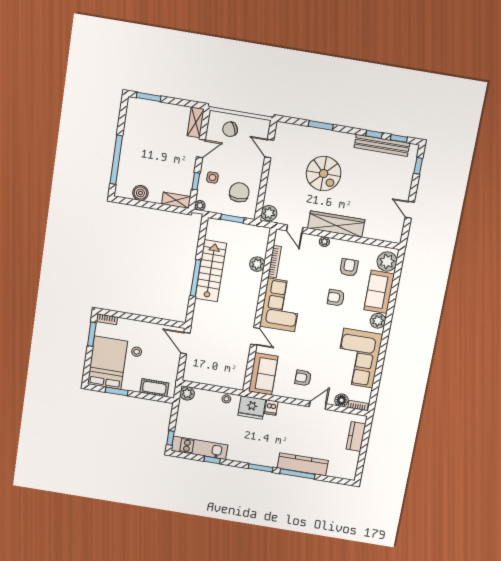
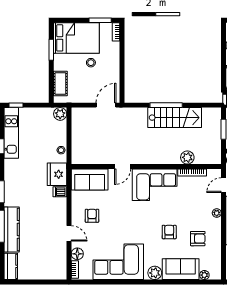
plant: (387, 262) -> (204, 275), width x0.53, depth x0.53
kitchen counter: (356, 437) -> (11, 266), moved, turned 90

